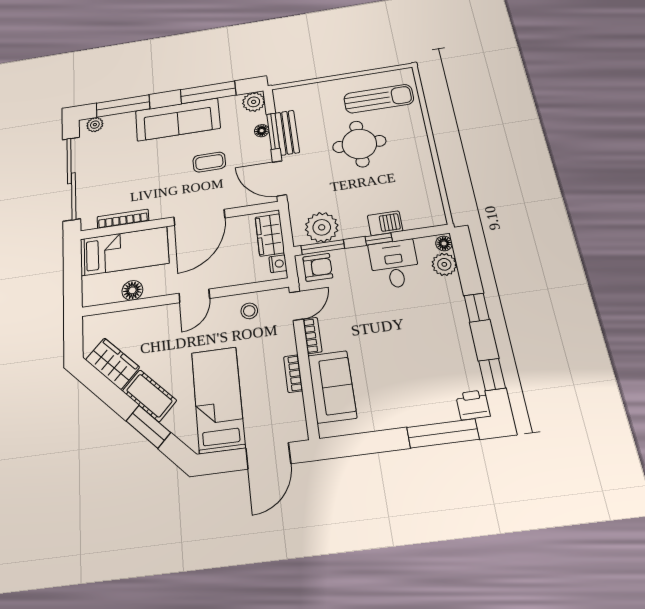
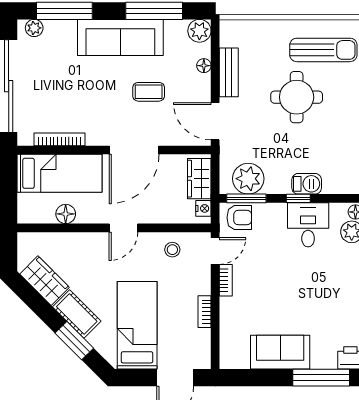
window: (273, 131) -> (215, 68), removed
sofa: (332, 387) -> (280, 352), moved, turned -90

